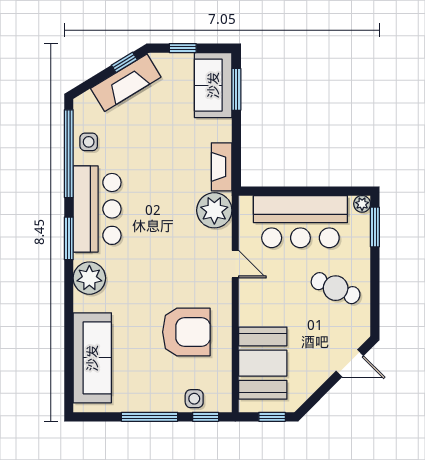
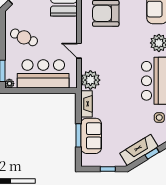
window: (124, 62) -> (152, 154), moved
sofa: (213, 85) -> (91, 136), moved
window: (236, 89) -> (78, 135), moved

